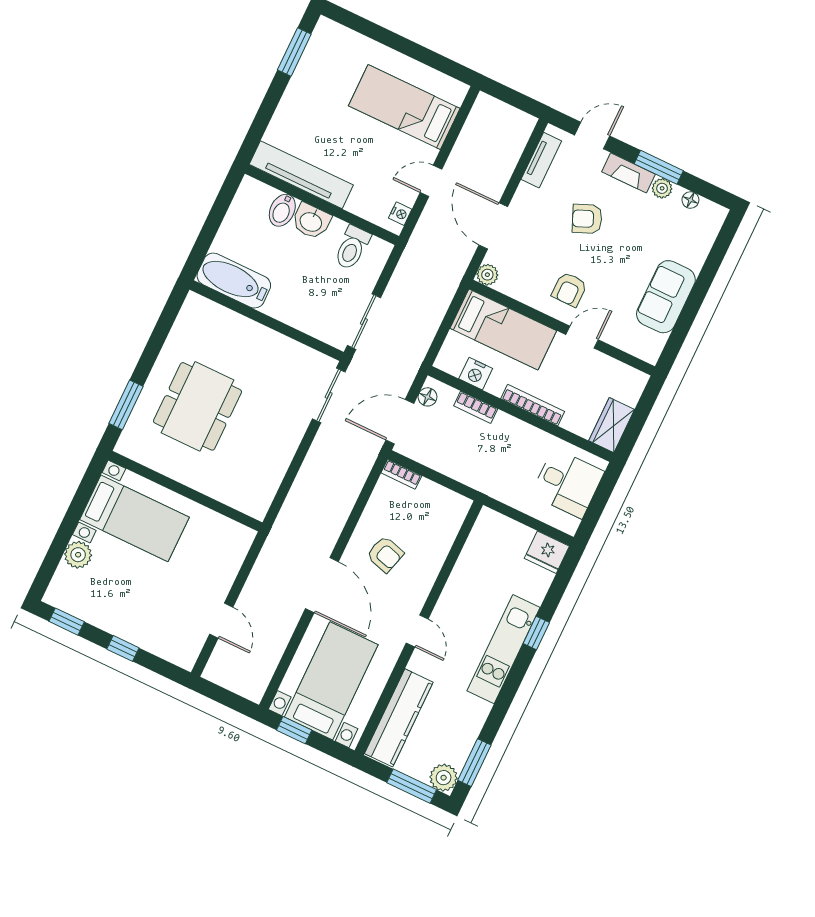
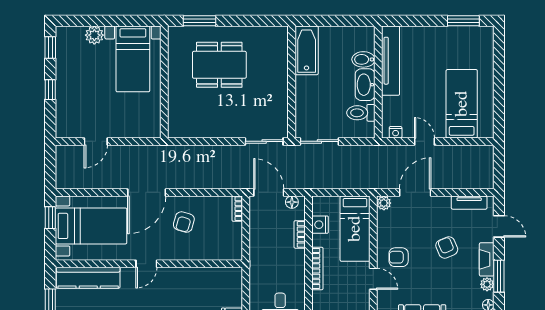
washbasin: (311, 221) -> (365, 85), width x1.38

